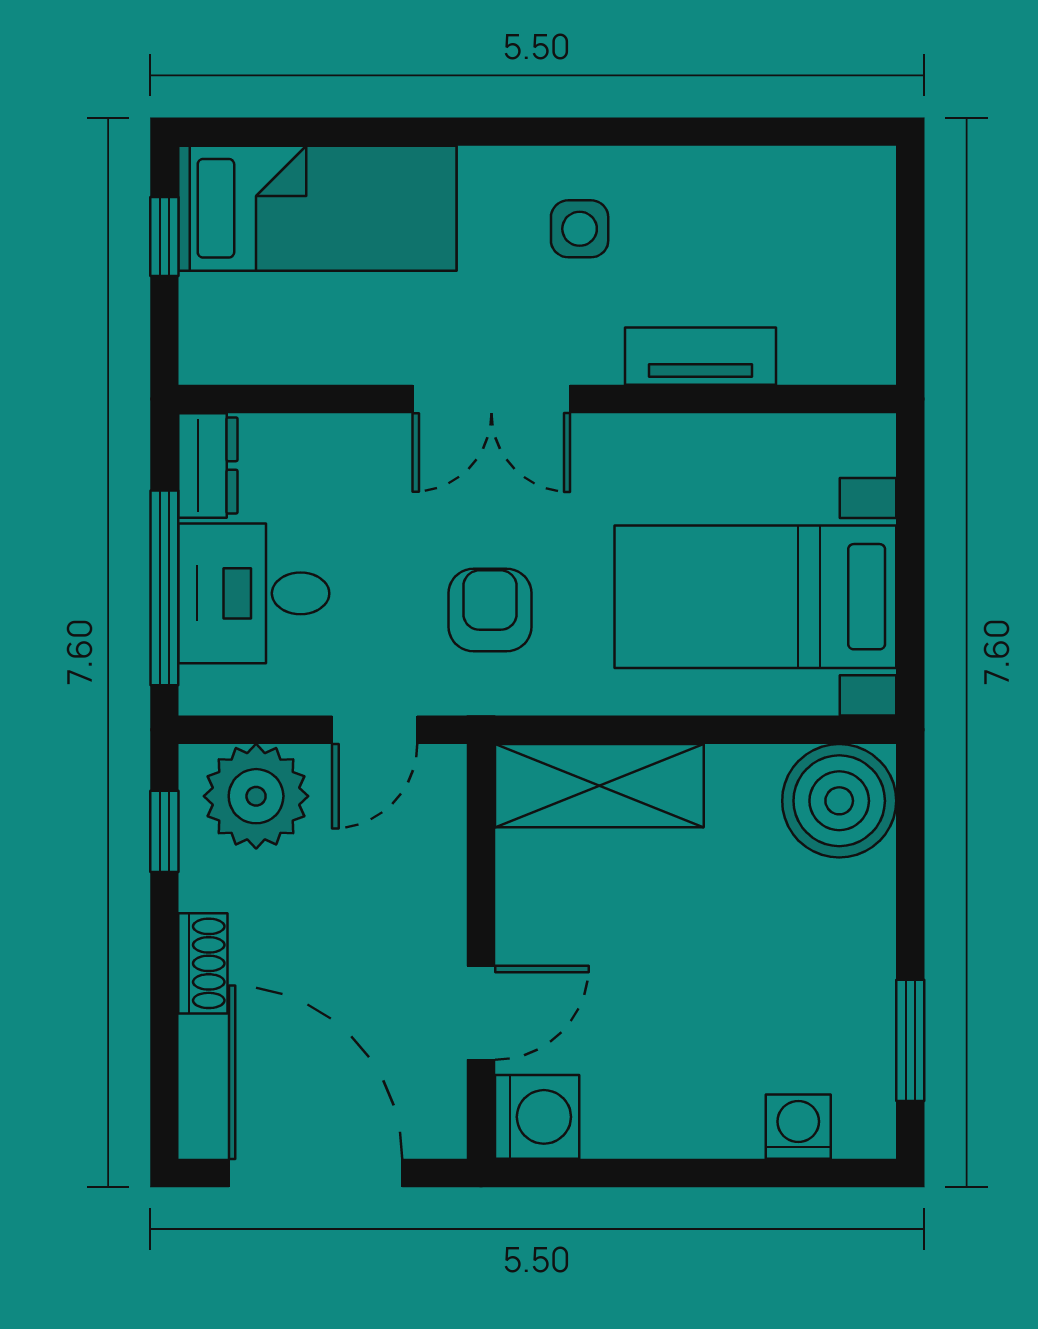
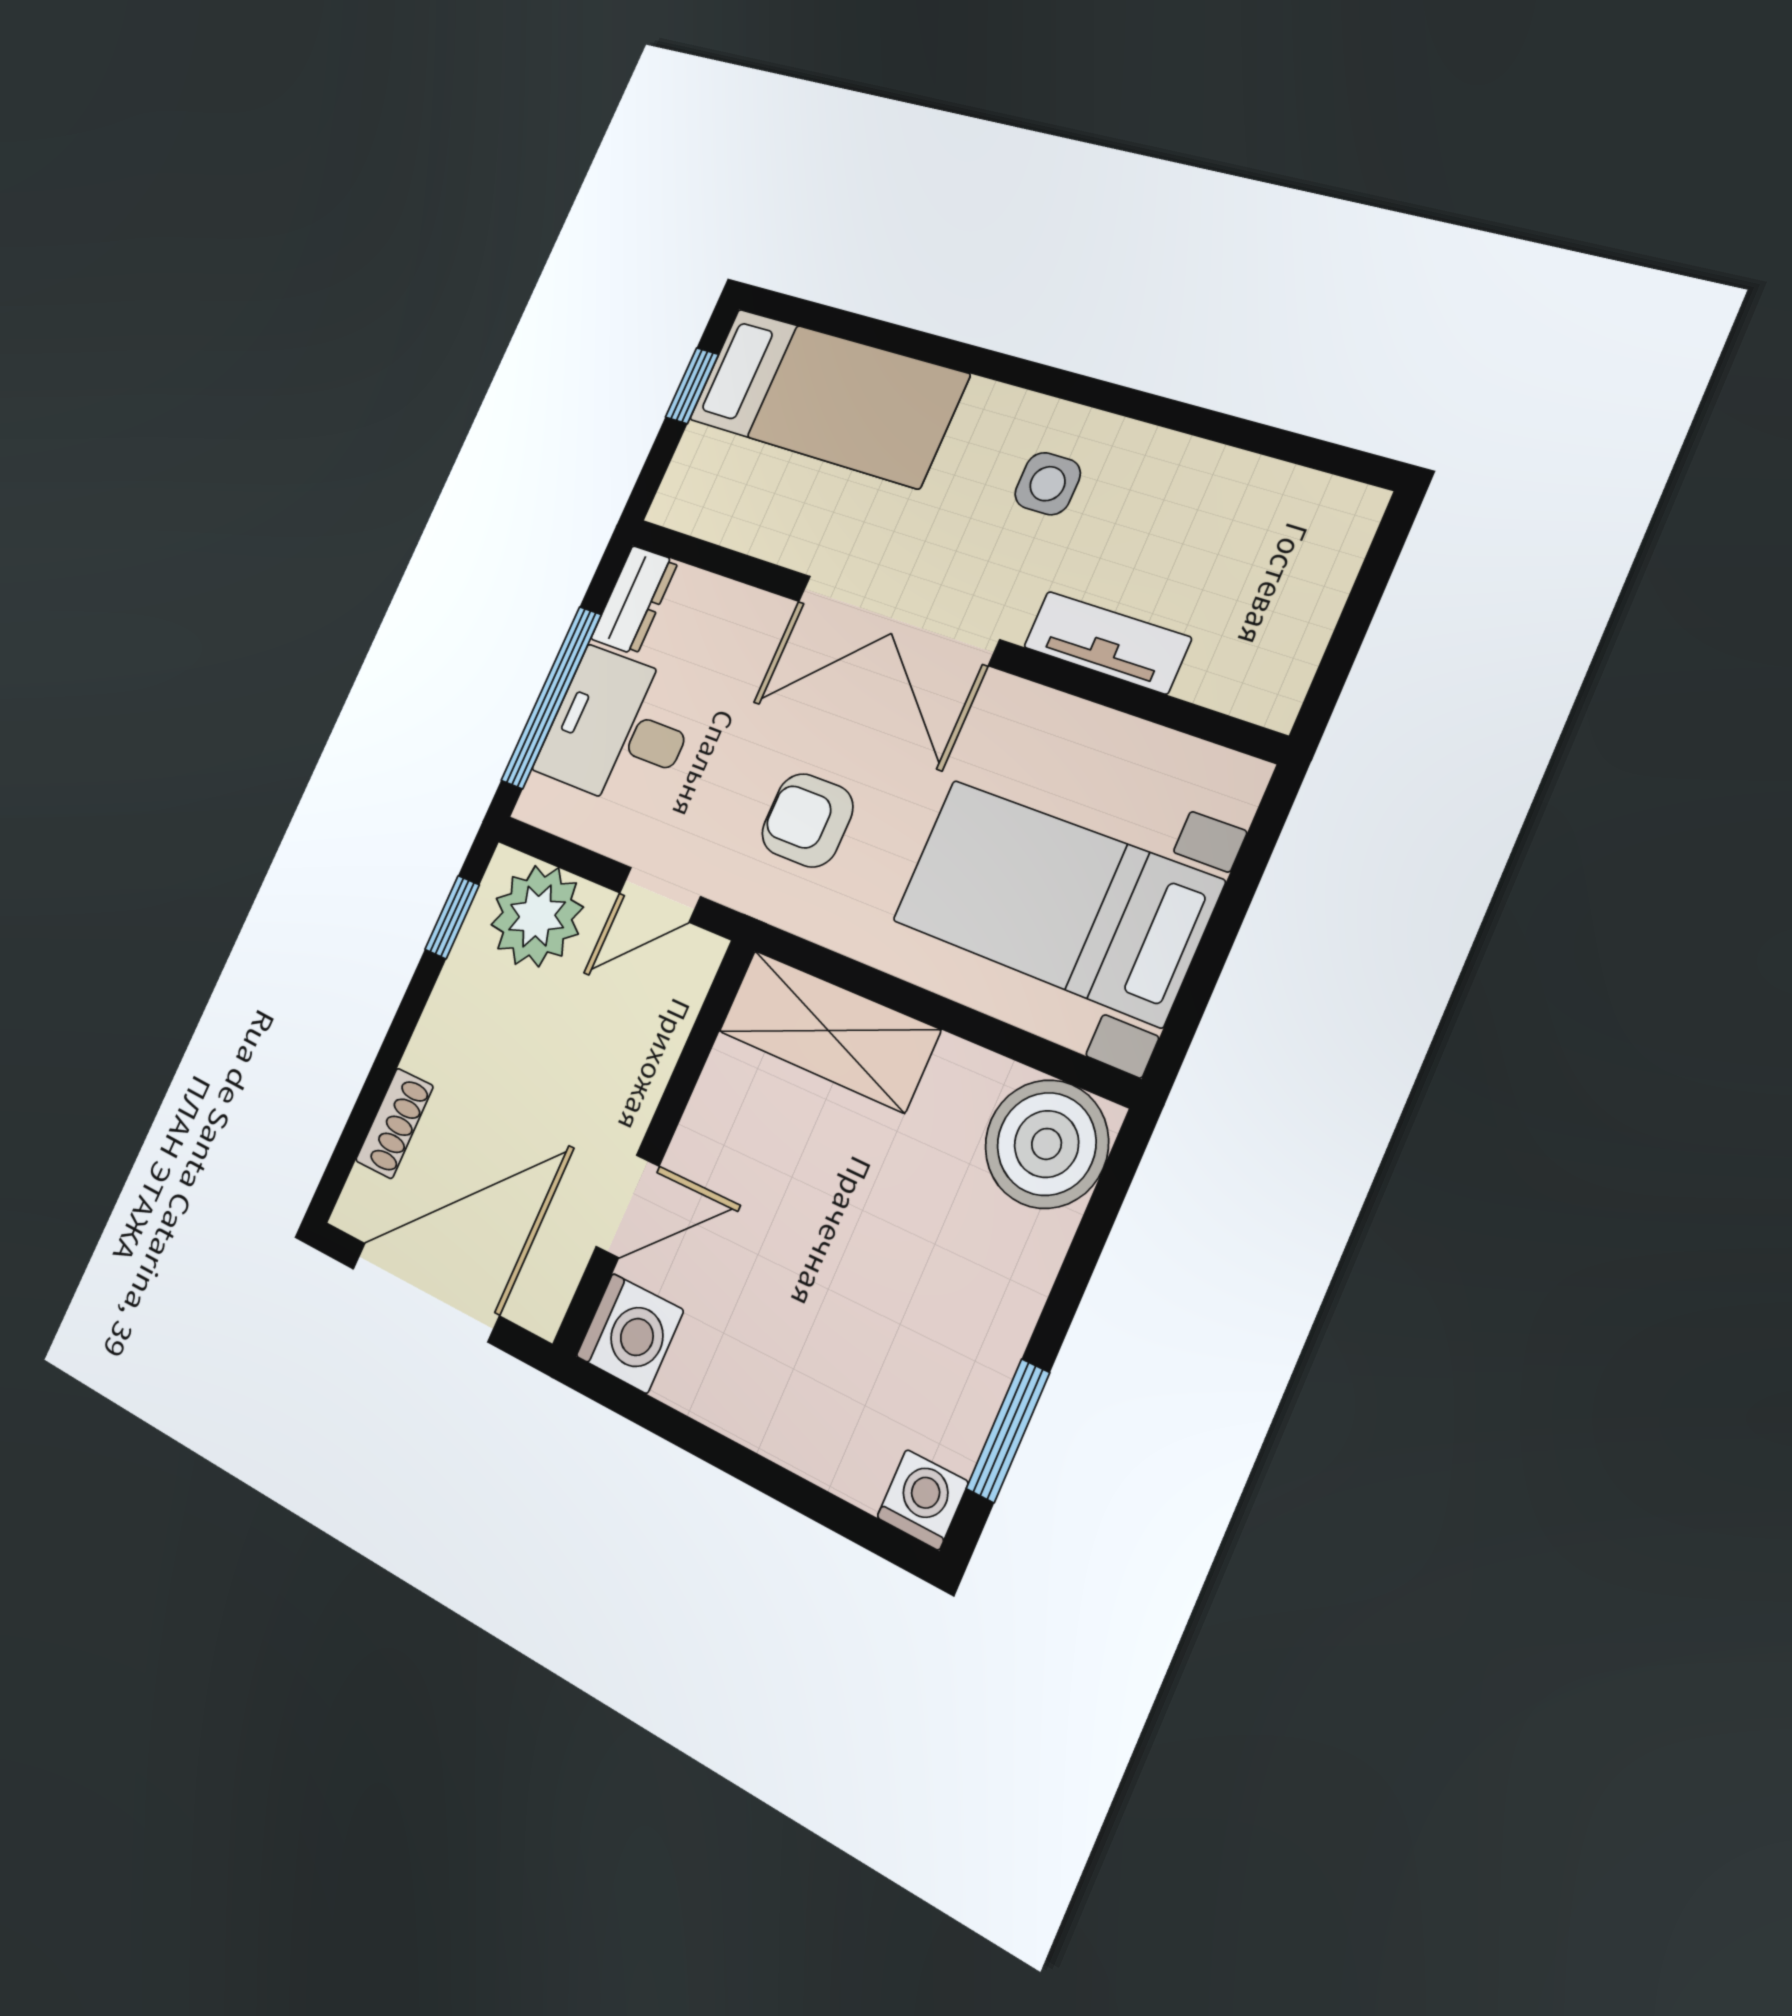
double door: (491, 399) -> (897, 620), width x1.37
armchair: (490, 610) -> (807, 820), turned -90
shoe rack: (203, 963) -> (394, 1123), moved
washing machine: (798, 1127) -> (923, 1500), moved
door: (316, 1173) -> (425, 1292), hinge flipped

